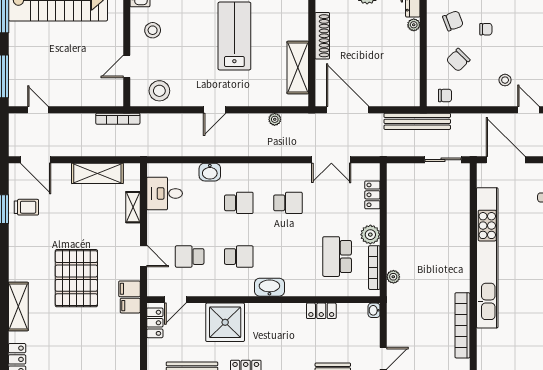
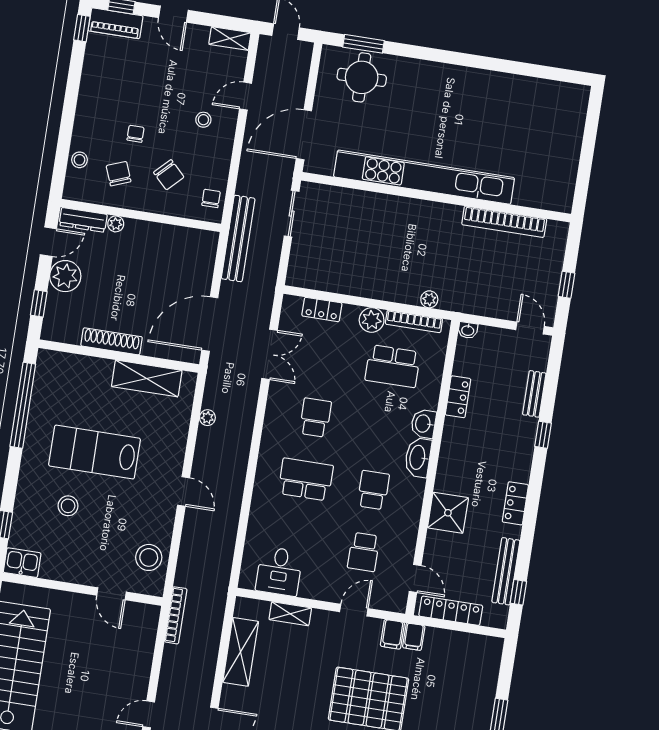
stool: (153, 30) -> (68, 506), moved
washbasin: (210, 172) -> (423, 424), moved, turned 180
school desk: (239, 203) -> (306, 479), width x1.85
shower: (225, 322) -> (448, 513), width x0.73, depth x0.73
locker: (155, 323) -> (451, 611), width x1.53

